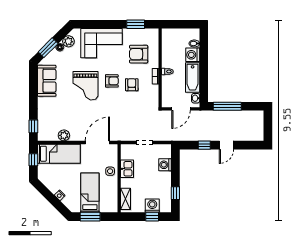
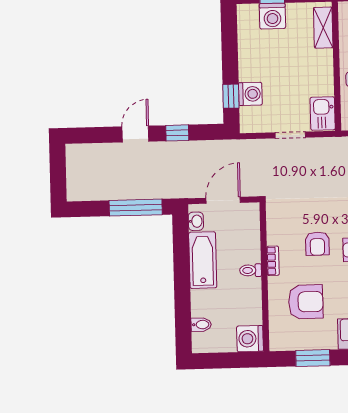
washing machine: (193, 55) -> (250, 339), moved, turned 180
kitchen sink: (127, 169) -> (323, 114), moved
window: (175, 193) -> (231, 96), moved

